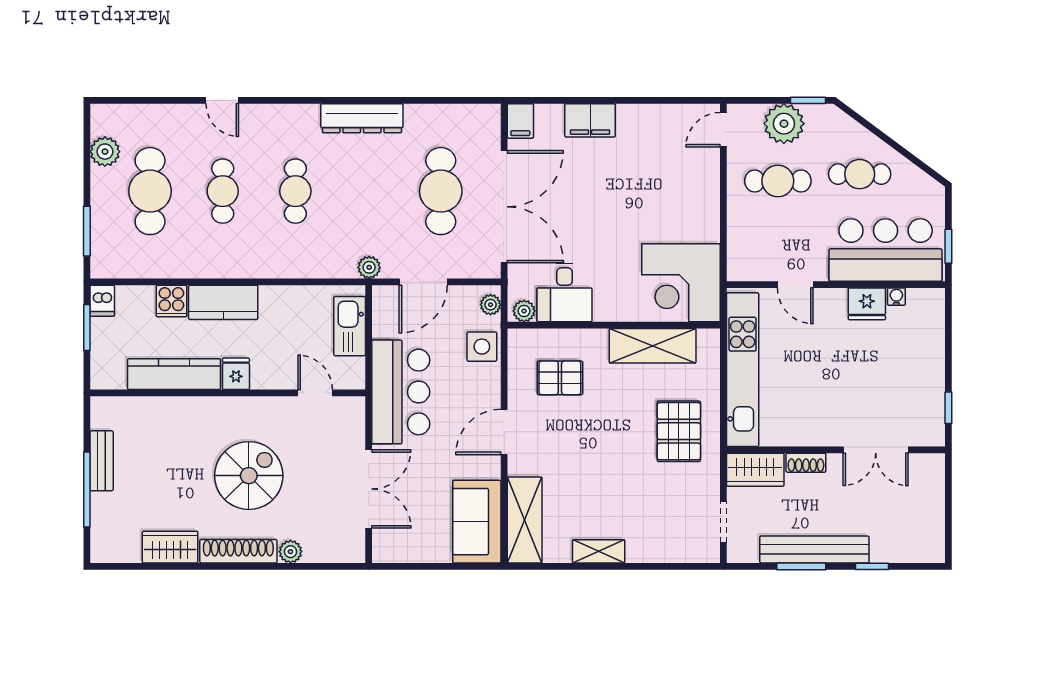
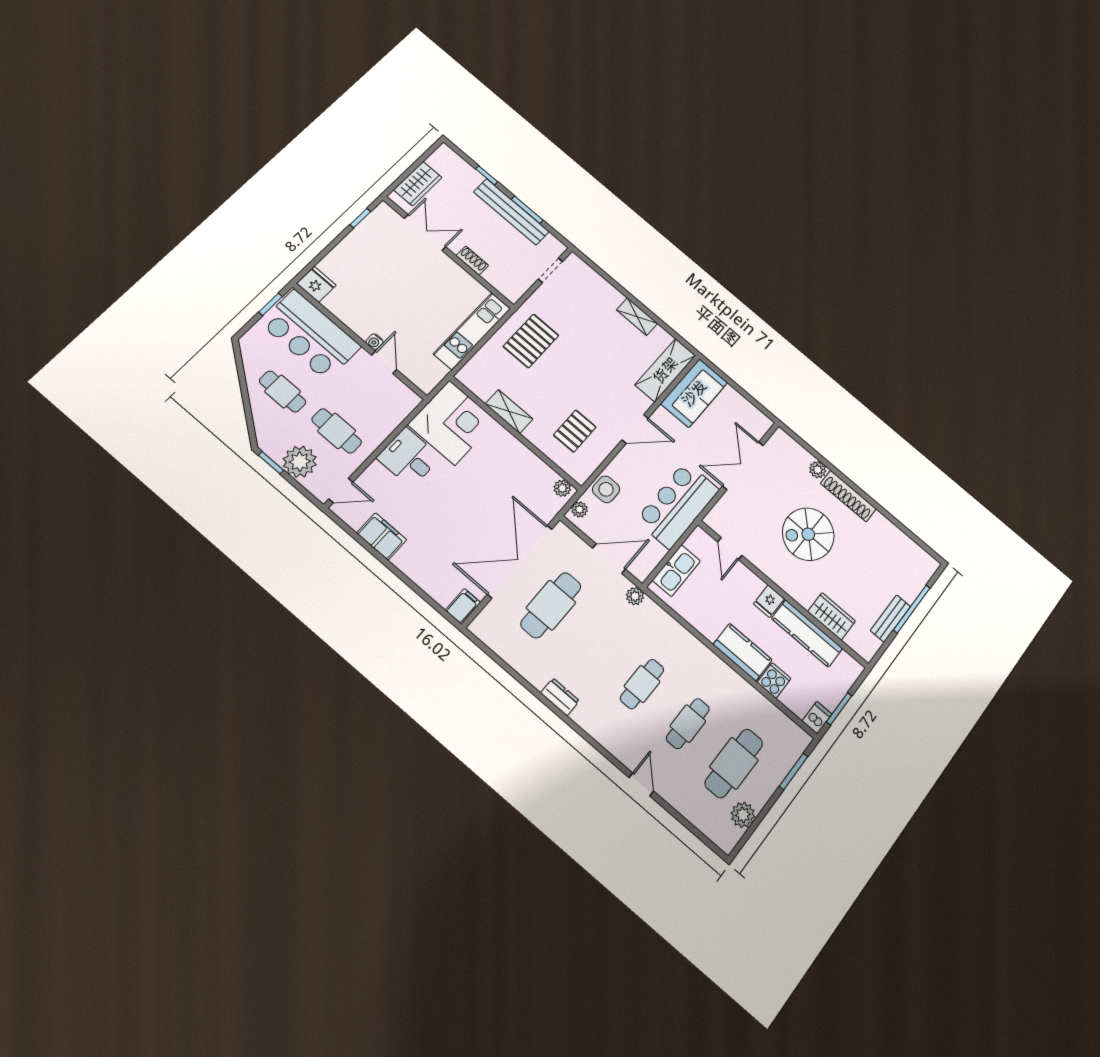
dresser: (362, 118) -> (560, 697), width x0.51, depth x0.80
filing cabinet: (590, 120) -> (382, 536), moved
desk: (565, 292) -> (409, 458), moved, turned -90
water cooler: (896, 297) -> (375, 342), moved
fridge: (867, 304) -> (316, 284), moved
shelving: (653, 346) -> (509, 411), width x0.67, depth x0.75
kitchen unit: (743, 370) -> (472, 331), width x0.73
pallet: (560, 378) -> (575, 431), turned 90
wardrobe: (755, 470) -> (418, 184), moved, turned 90
wardrobe: (170, 547) -> (832, 616), moved, turned 180

